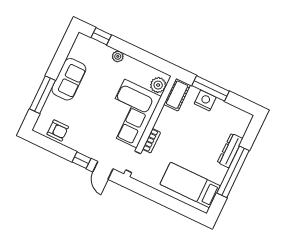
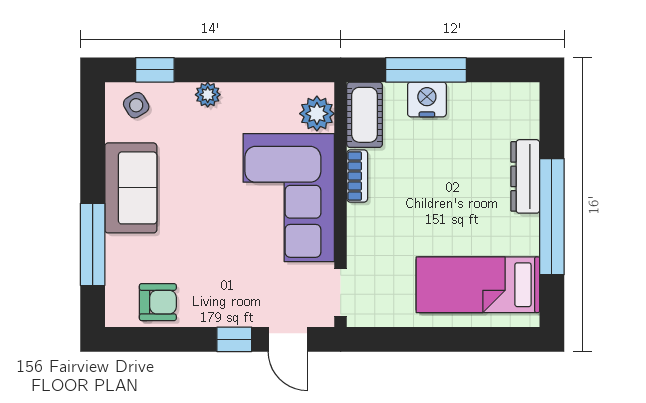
side table: (87, 47) -> (136, 105), added
bookcase: (151, 141) -> (357, 176), moved

